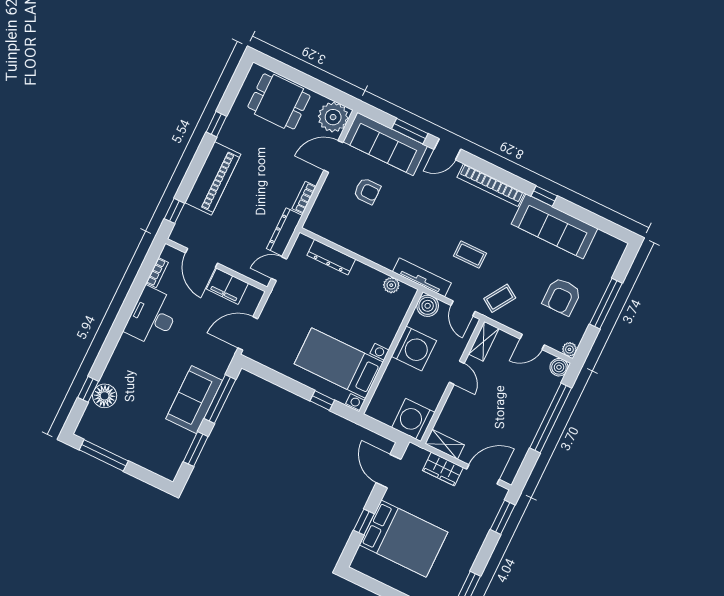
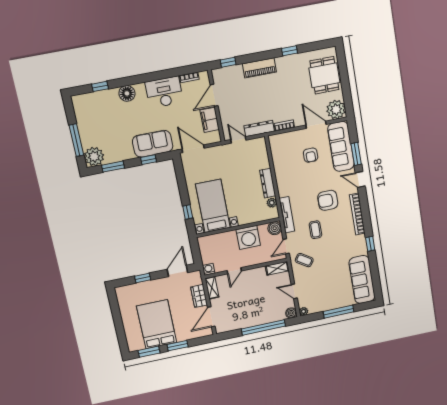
piano: (213, 178) -> (259, 68), width x0.73, depth x0.75
sofa: (555, 226) -> (362, 280), moved
dresser: (331, 257) -> (268, 183), moved
armchair: (562, 296) -> (328, 200), moved
door: (457, 373) -> (234, 271), moved
floor lamp: (105, 396) -> (127, 93), moved
window: (220, 399) -> (148, 160), width x0.46
sofa: (194, 400) -> (153, 144), moved
washing machine: (413, 420) -> (209, 269), width x0.53, depth x0.53
window: (104, 455) -> (76, 140), moved
plant: (166, 463) -> (94, 157), added
door: (483, 474) -> (211, 317), swing flipped
window: (503, 517) -> (178, 346), moved
bed: (404, 539) -> (157, 324), moved, turned 180

